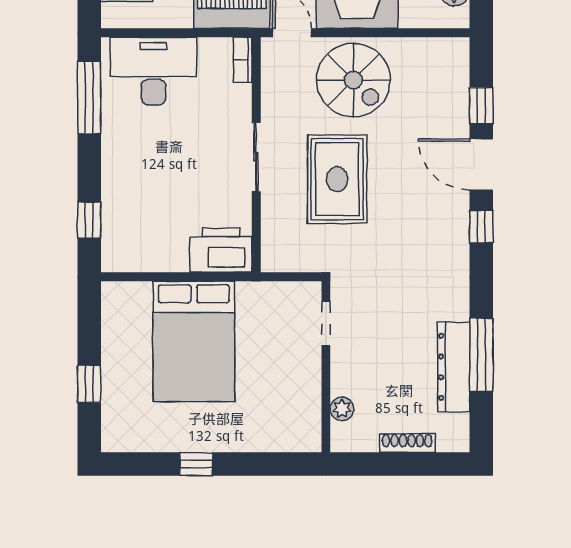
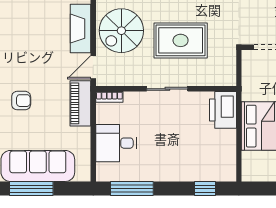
desk: (154, 71) -> (116, 143), width x0.73
spiral stairs: (353, 80) -> (121, 31), turned 180

